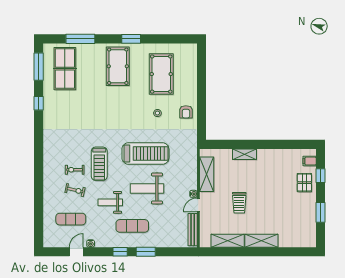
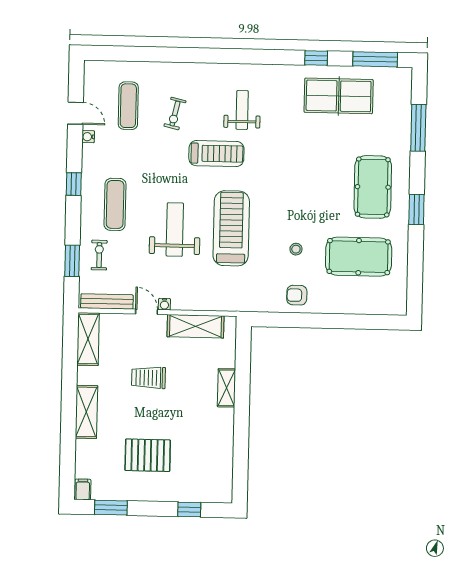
pool table: (118, 66) -> (373, 187), turned 90
table tennis table: (65, 69) -> (339, 96), moved
treadmill: (145, 154) -> (231, 228), turned 180
filing cabinet: (310, 161) -> (83, 489), moved
treadmill: (99, 164) -> (216, 154), turned 180
exercise bike: (75, 170) -> (99, 255), moved
pallet: (304, 183) -> (148, 455), moved, width x1.50, depth x1.42
weight bench: (110, 202) -> (242, 110), moved
window: (320, 212) -> (111, 508), moved
shelving: (228, 241) -> (88, 339), moved
window: (146, 252) -> (72, 261), moved

